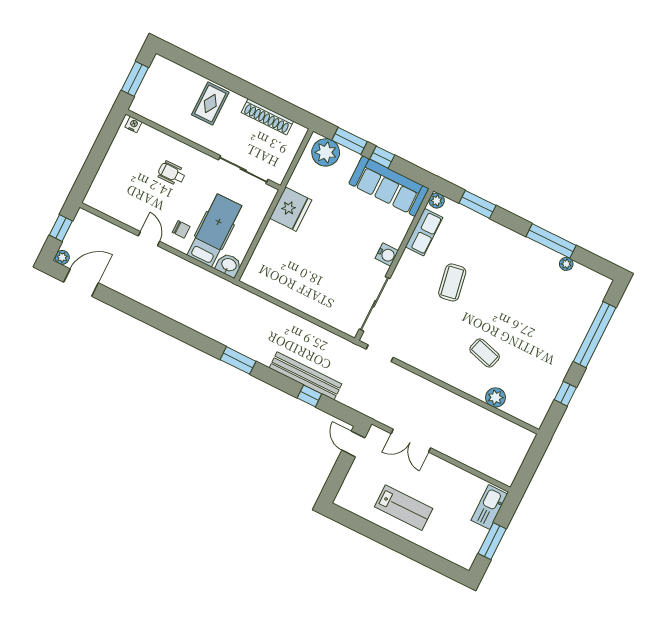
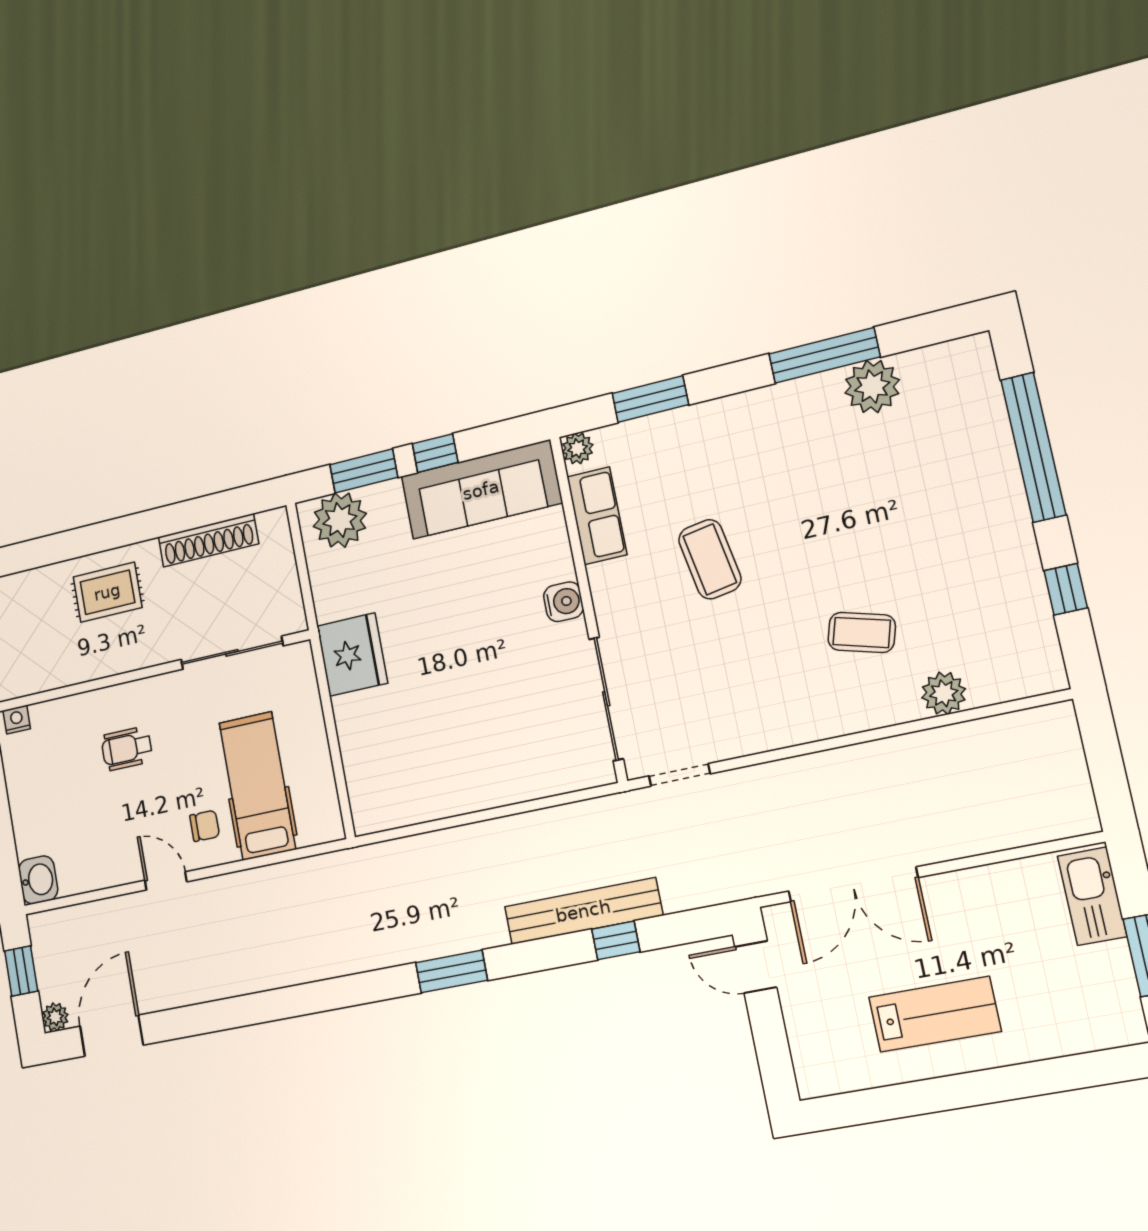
rug: (210, 104) -> (107, 592), turned 90
plant: (566, 264) -> (872, 386), width x1.87, depth x1.87
washbasin: (229, 265) -> (38, 880), moved, turned 90
double door: (411, 441) -> (853, 884), width x1.37

